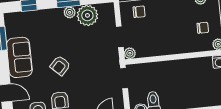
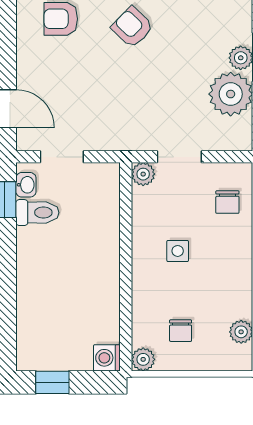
side table: (165, 33) -> (178, 251), added
doorway: (124, 78) -> (62, 157), moved

